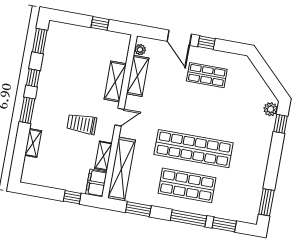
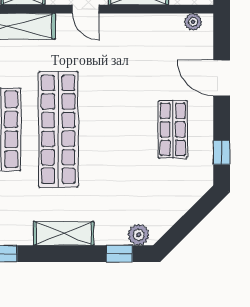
door: (179, 38) -> (222, 78), hinge flipped
window: (207, 43) -> (222, 152), moved
shelving: (138, 76) -> (64, 233), moved

